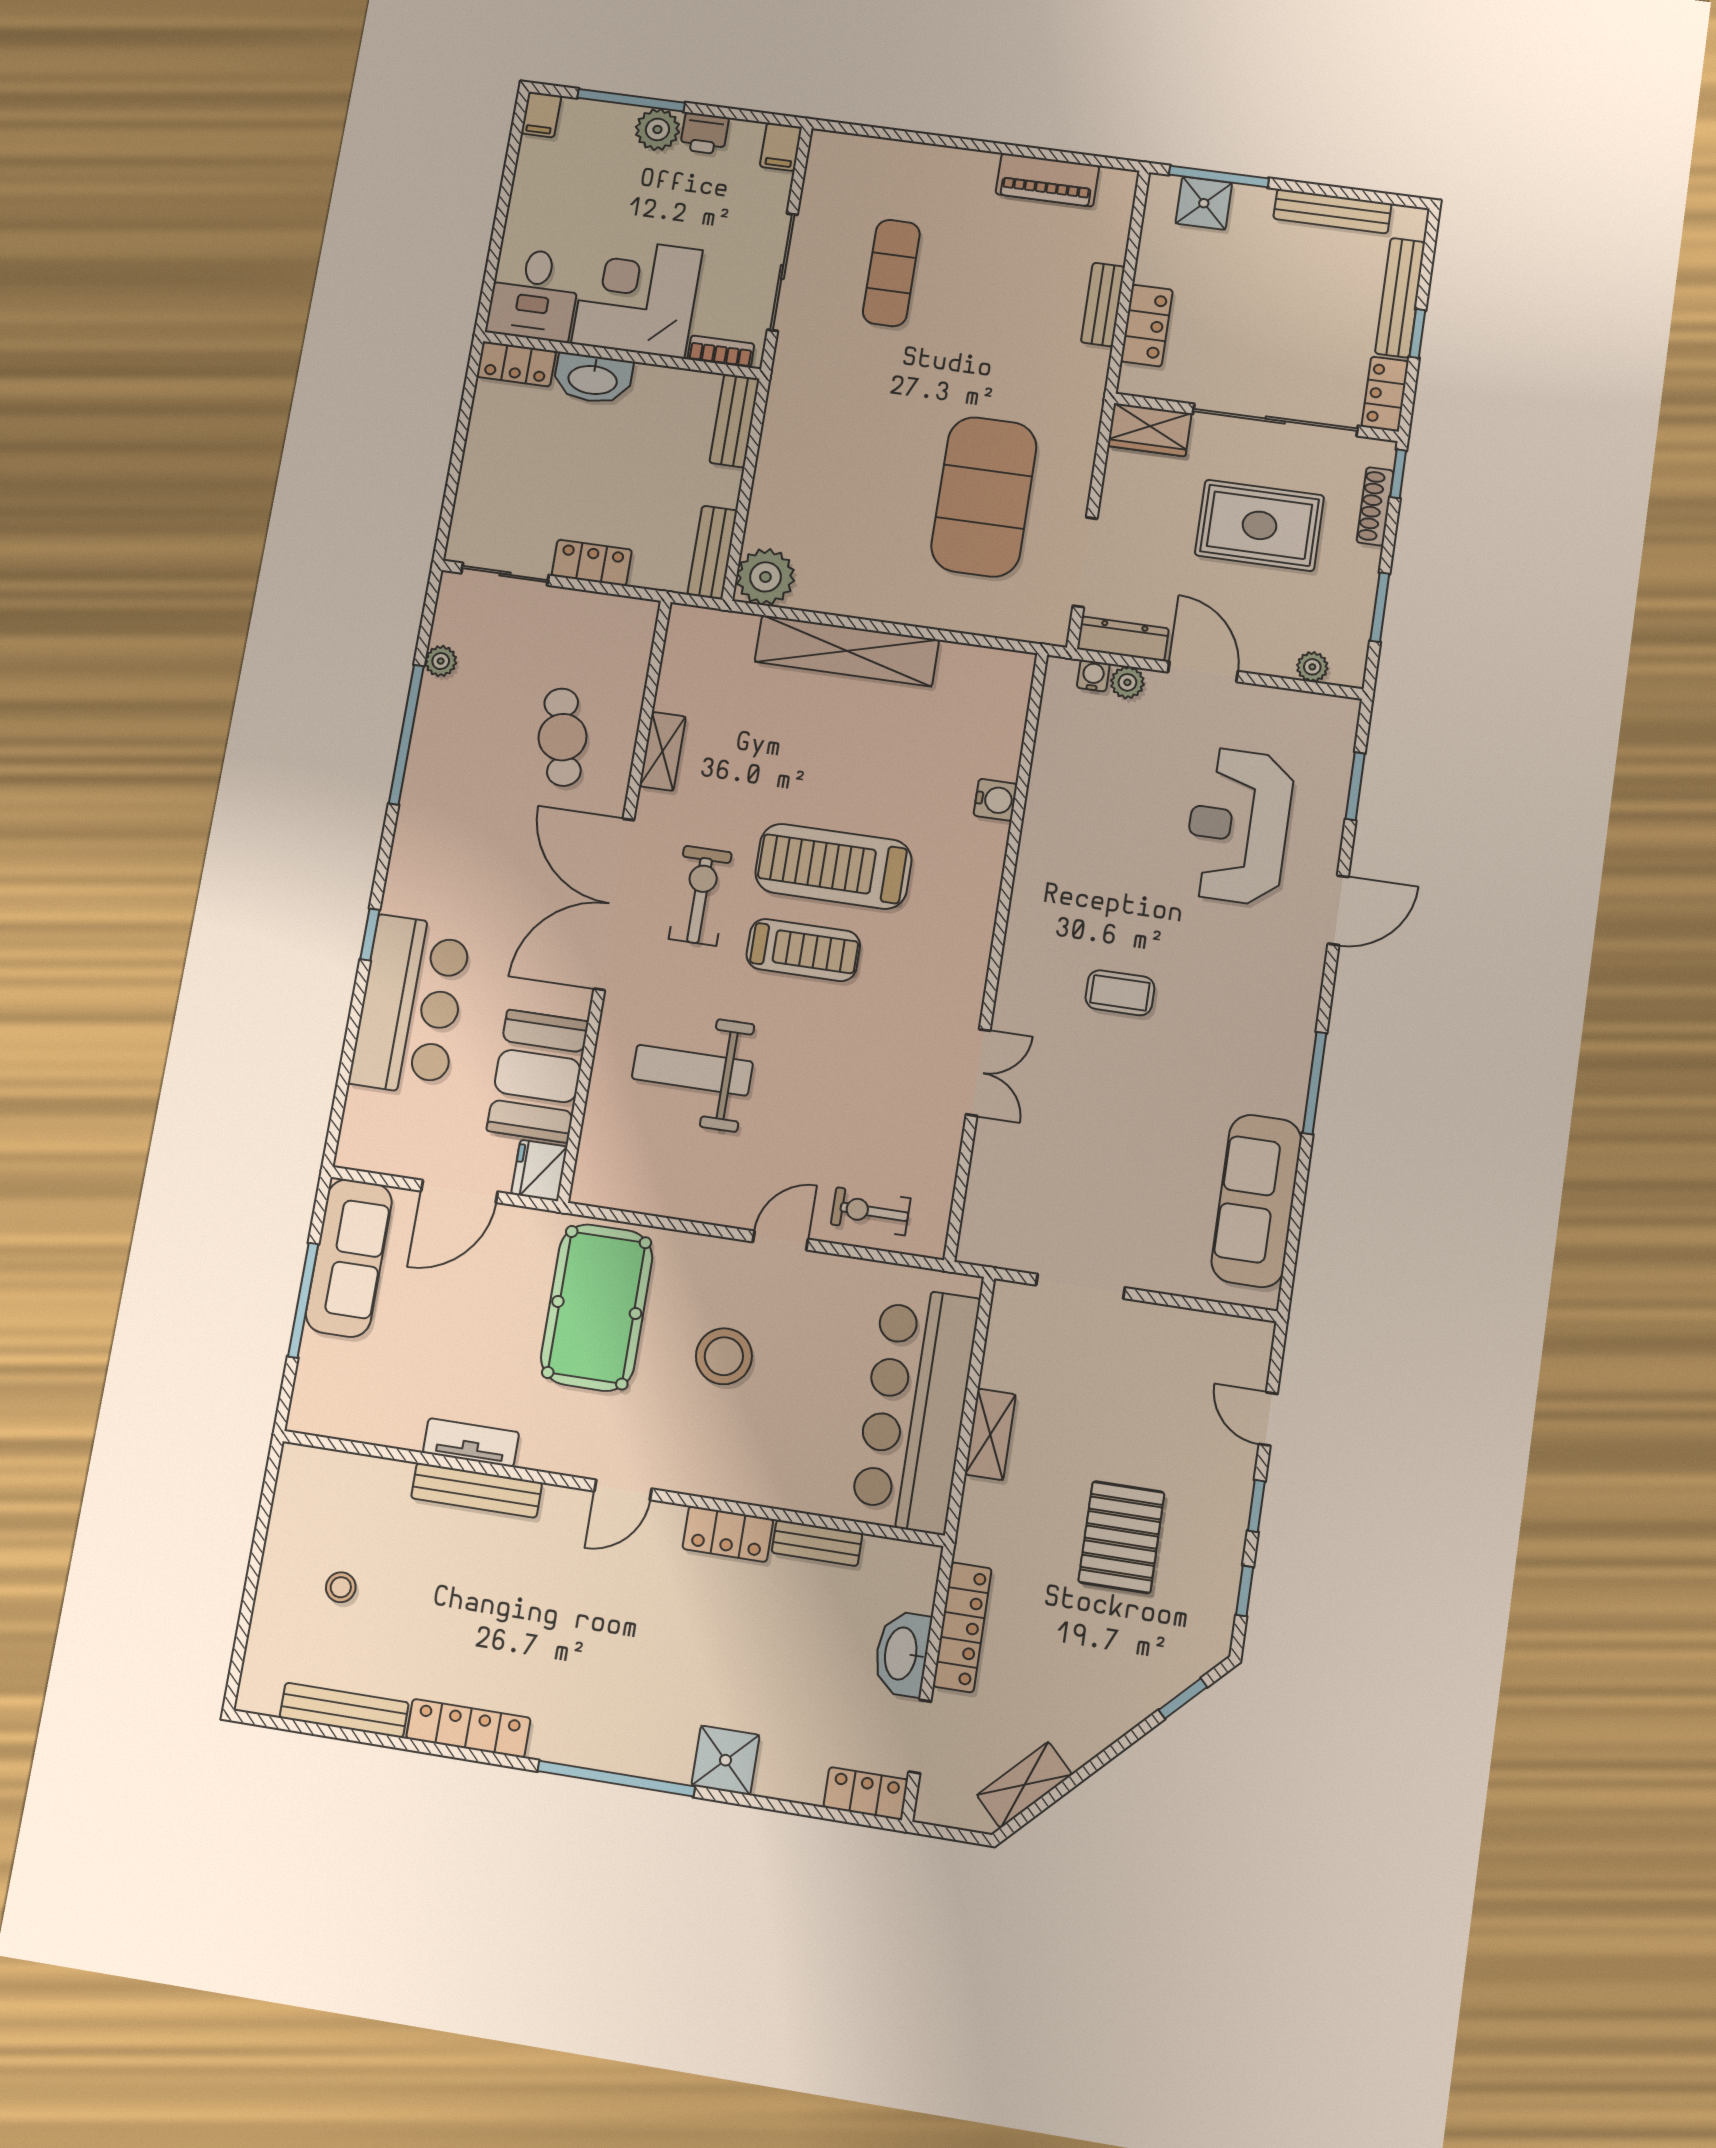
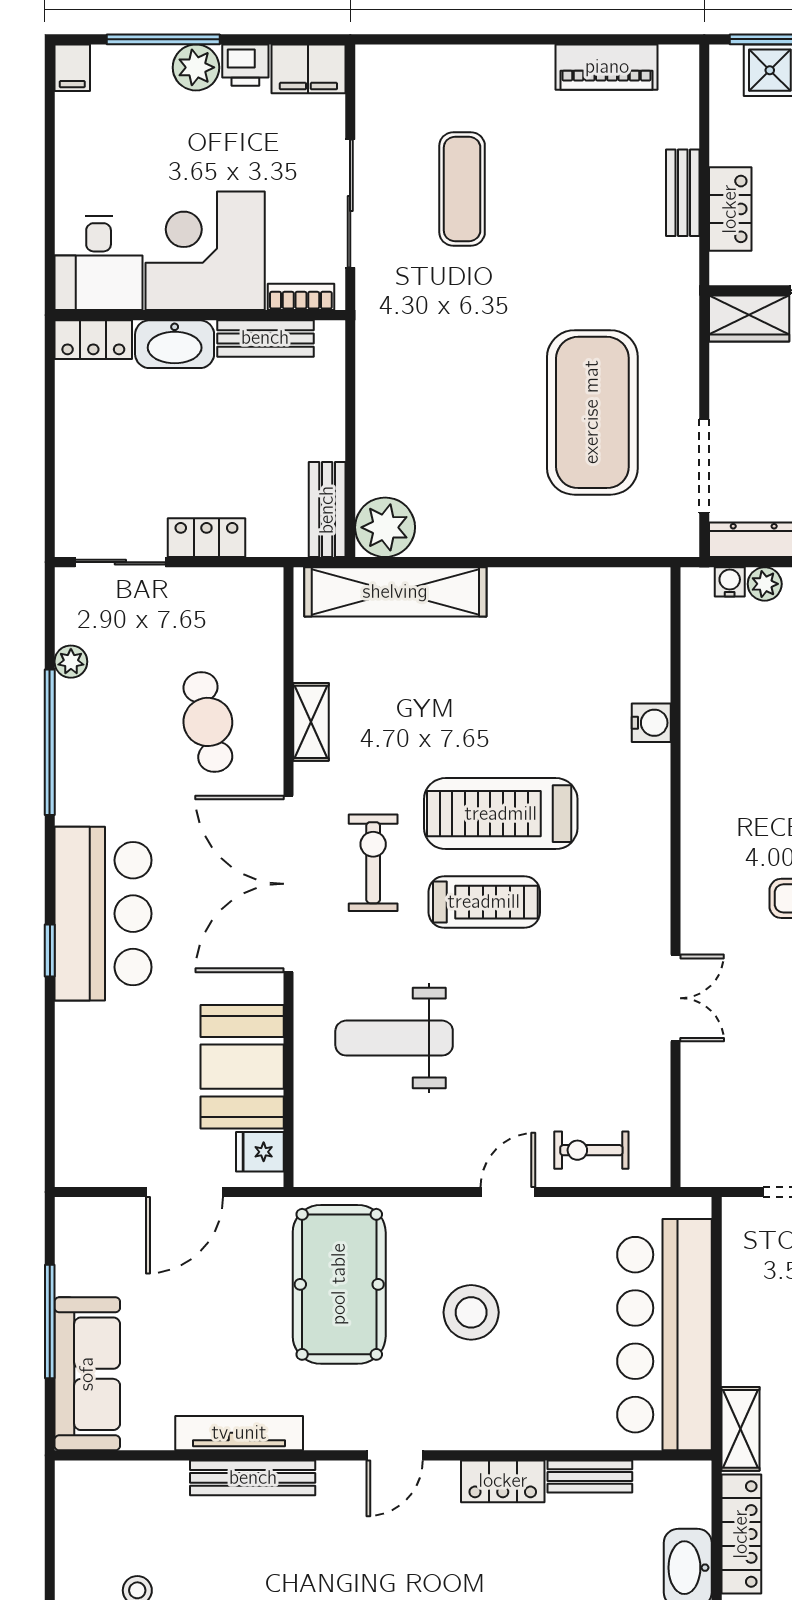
filing cabinet: (781, 147) -> (308, 69), width x2.00
bench: (734, 421) -> (265, 338), moved, turned 90
shelving: (847, 651) -> (395, 592), moved
bar counter: (410, 1005) -> (103, 914), moved
fridge: (539, 1170) -> (260, 1152), width x0.72
sofa: (349, 1258) -> (87, 1374), moved
shelving: (990, 1434) -> (740, 1429), moved
tv unit: (471, 1443) -> (239, 1433), width x1.41

